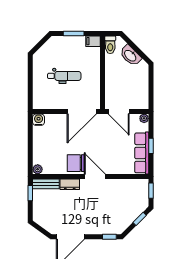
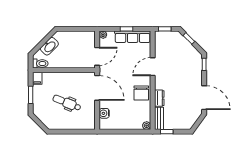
dental chair: (64, 76) -> (67, 103), turned -68
water cooler: (39, 120) -> (104, 113), moved
door: (95, 176) -> (153, 67), moved

